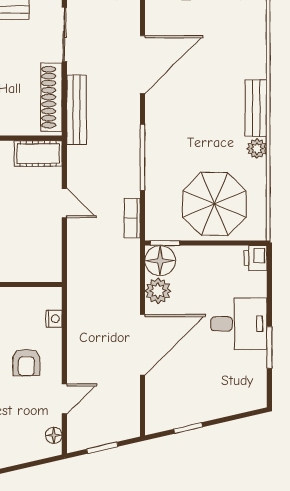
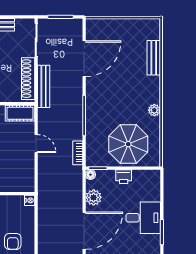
bench: (256, 108) -> (154, 58), moved
printer: (255, 258) -> (124, 177), moved, turned -90
floor lamp: (160, 261) -> (90, 175), width x0.53, depth x0.53
nightstand: (54, 319) -> (30, 200), moved

